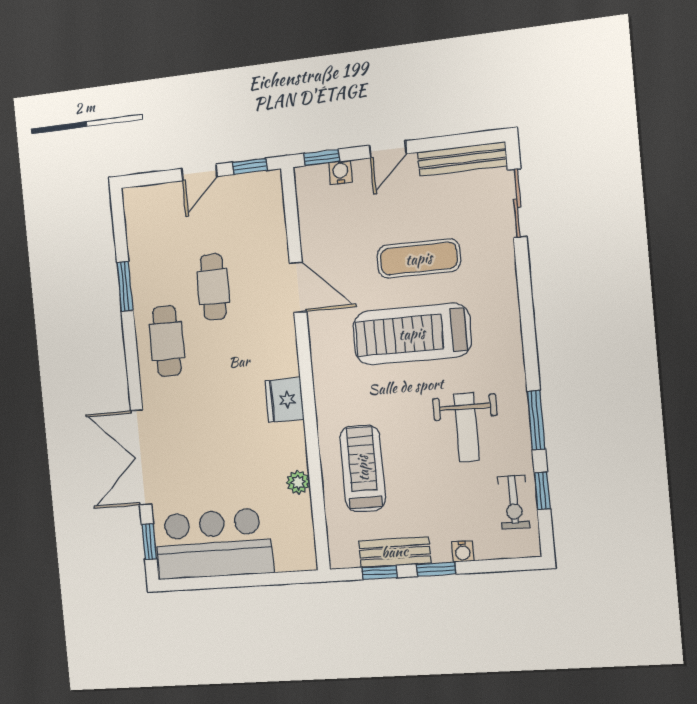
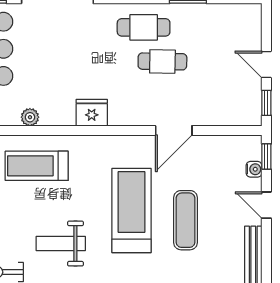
cafe table: (213, 287) -> (162, 61), moved
treadmill: (363, 468) -> (37, 166), turned 180

